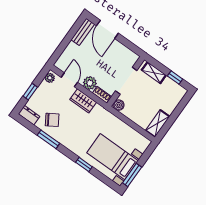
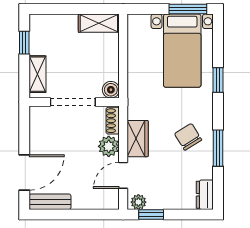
window: (30, 92) -> (151, 215), moved
chair: (52, 120) -> (188, 137), moved

